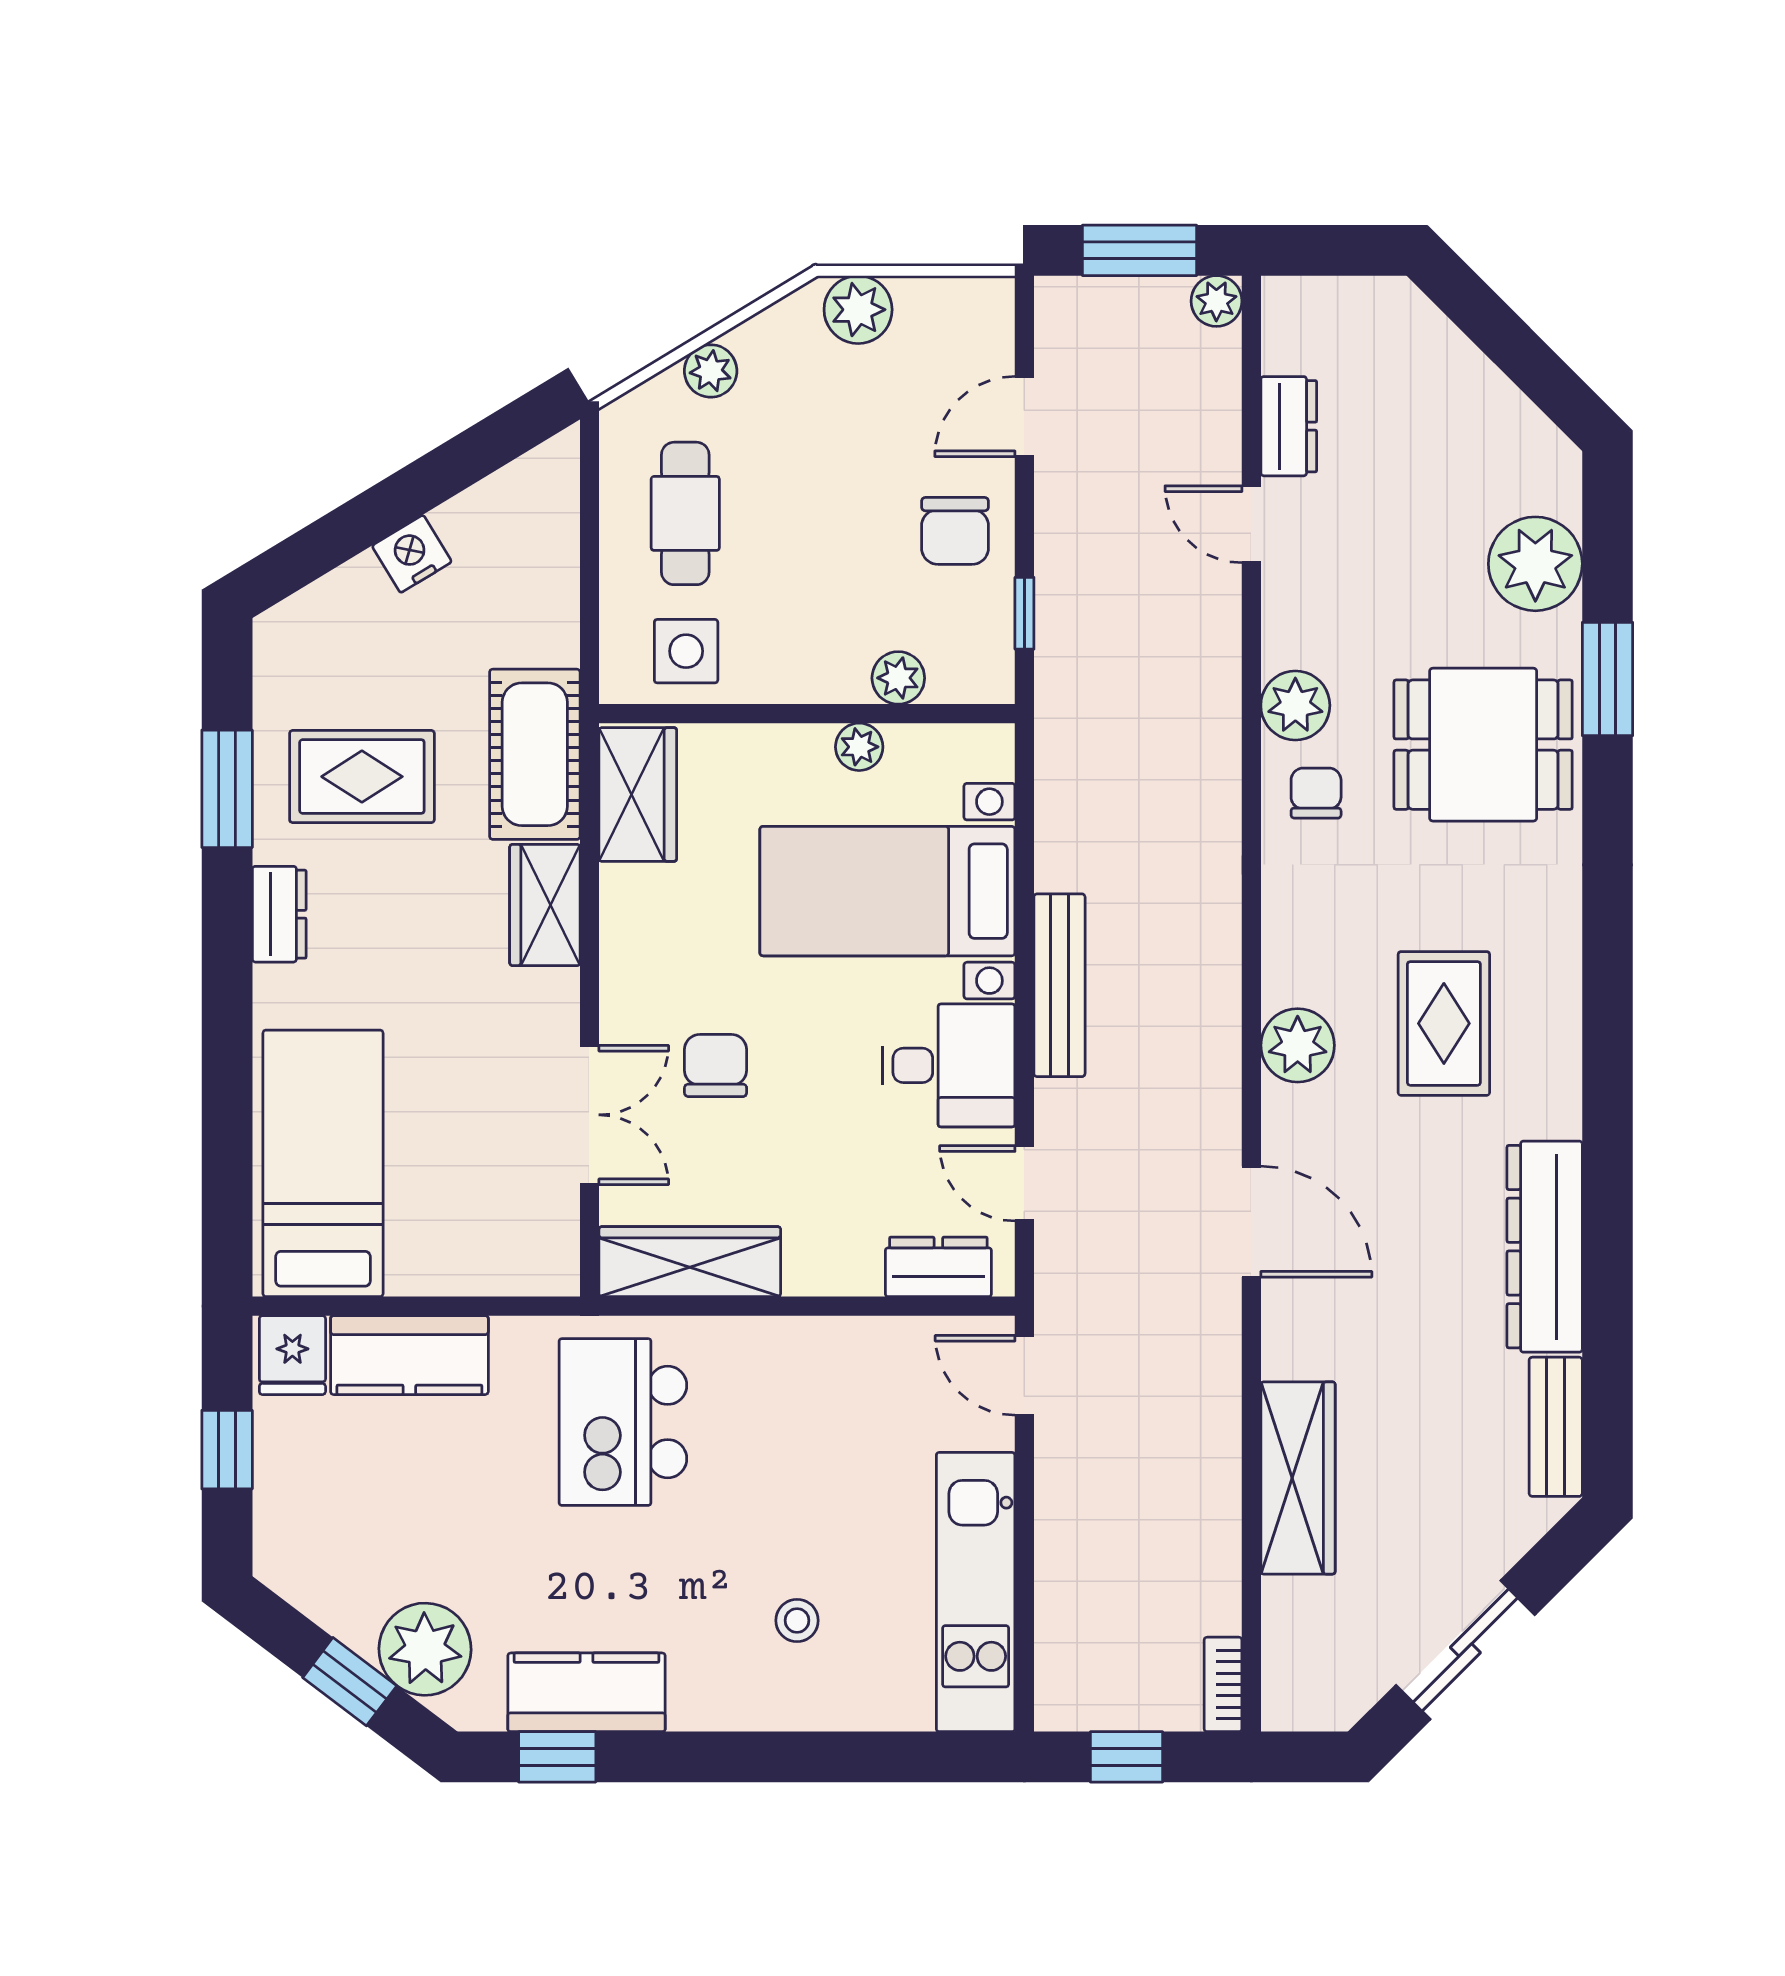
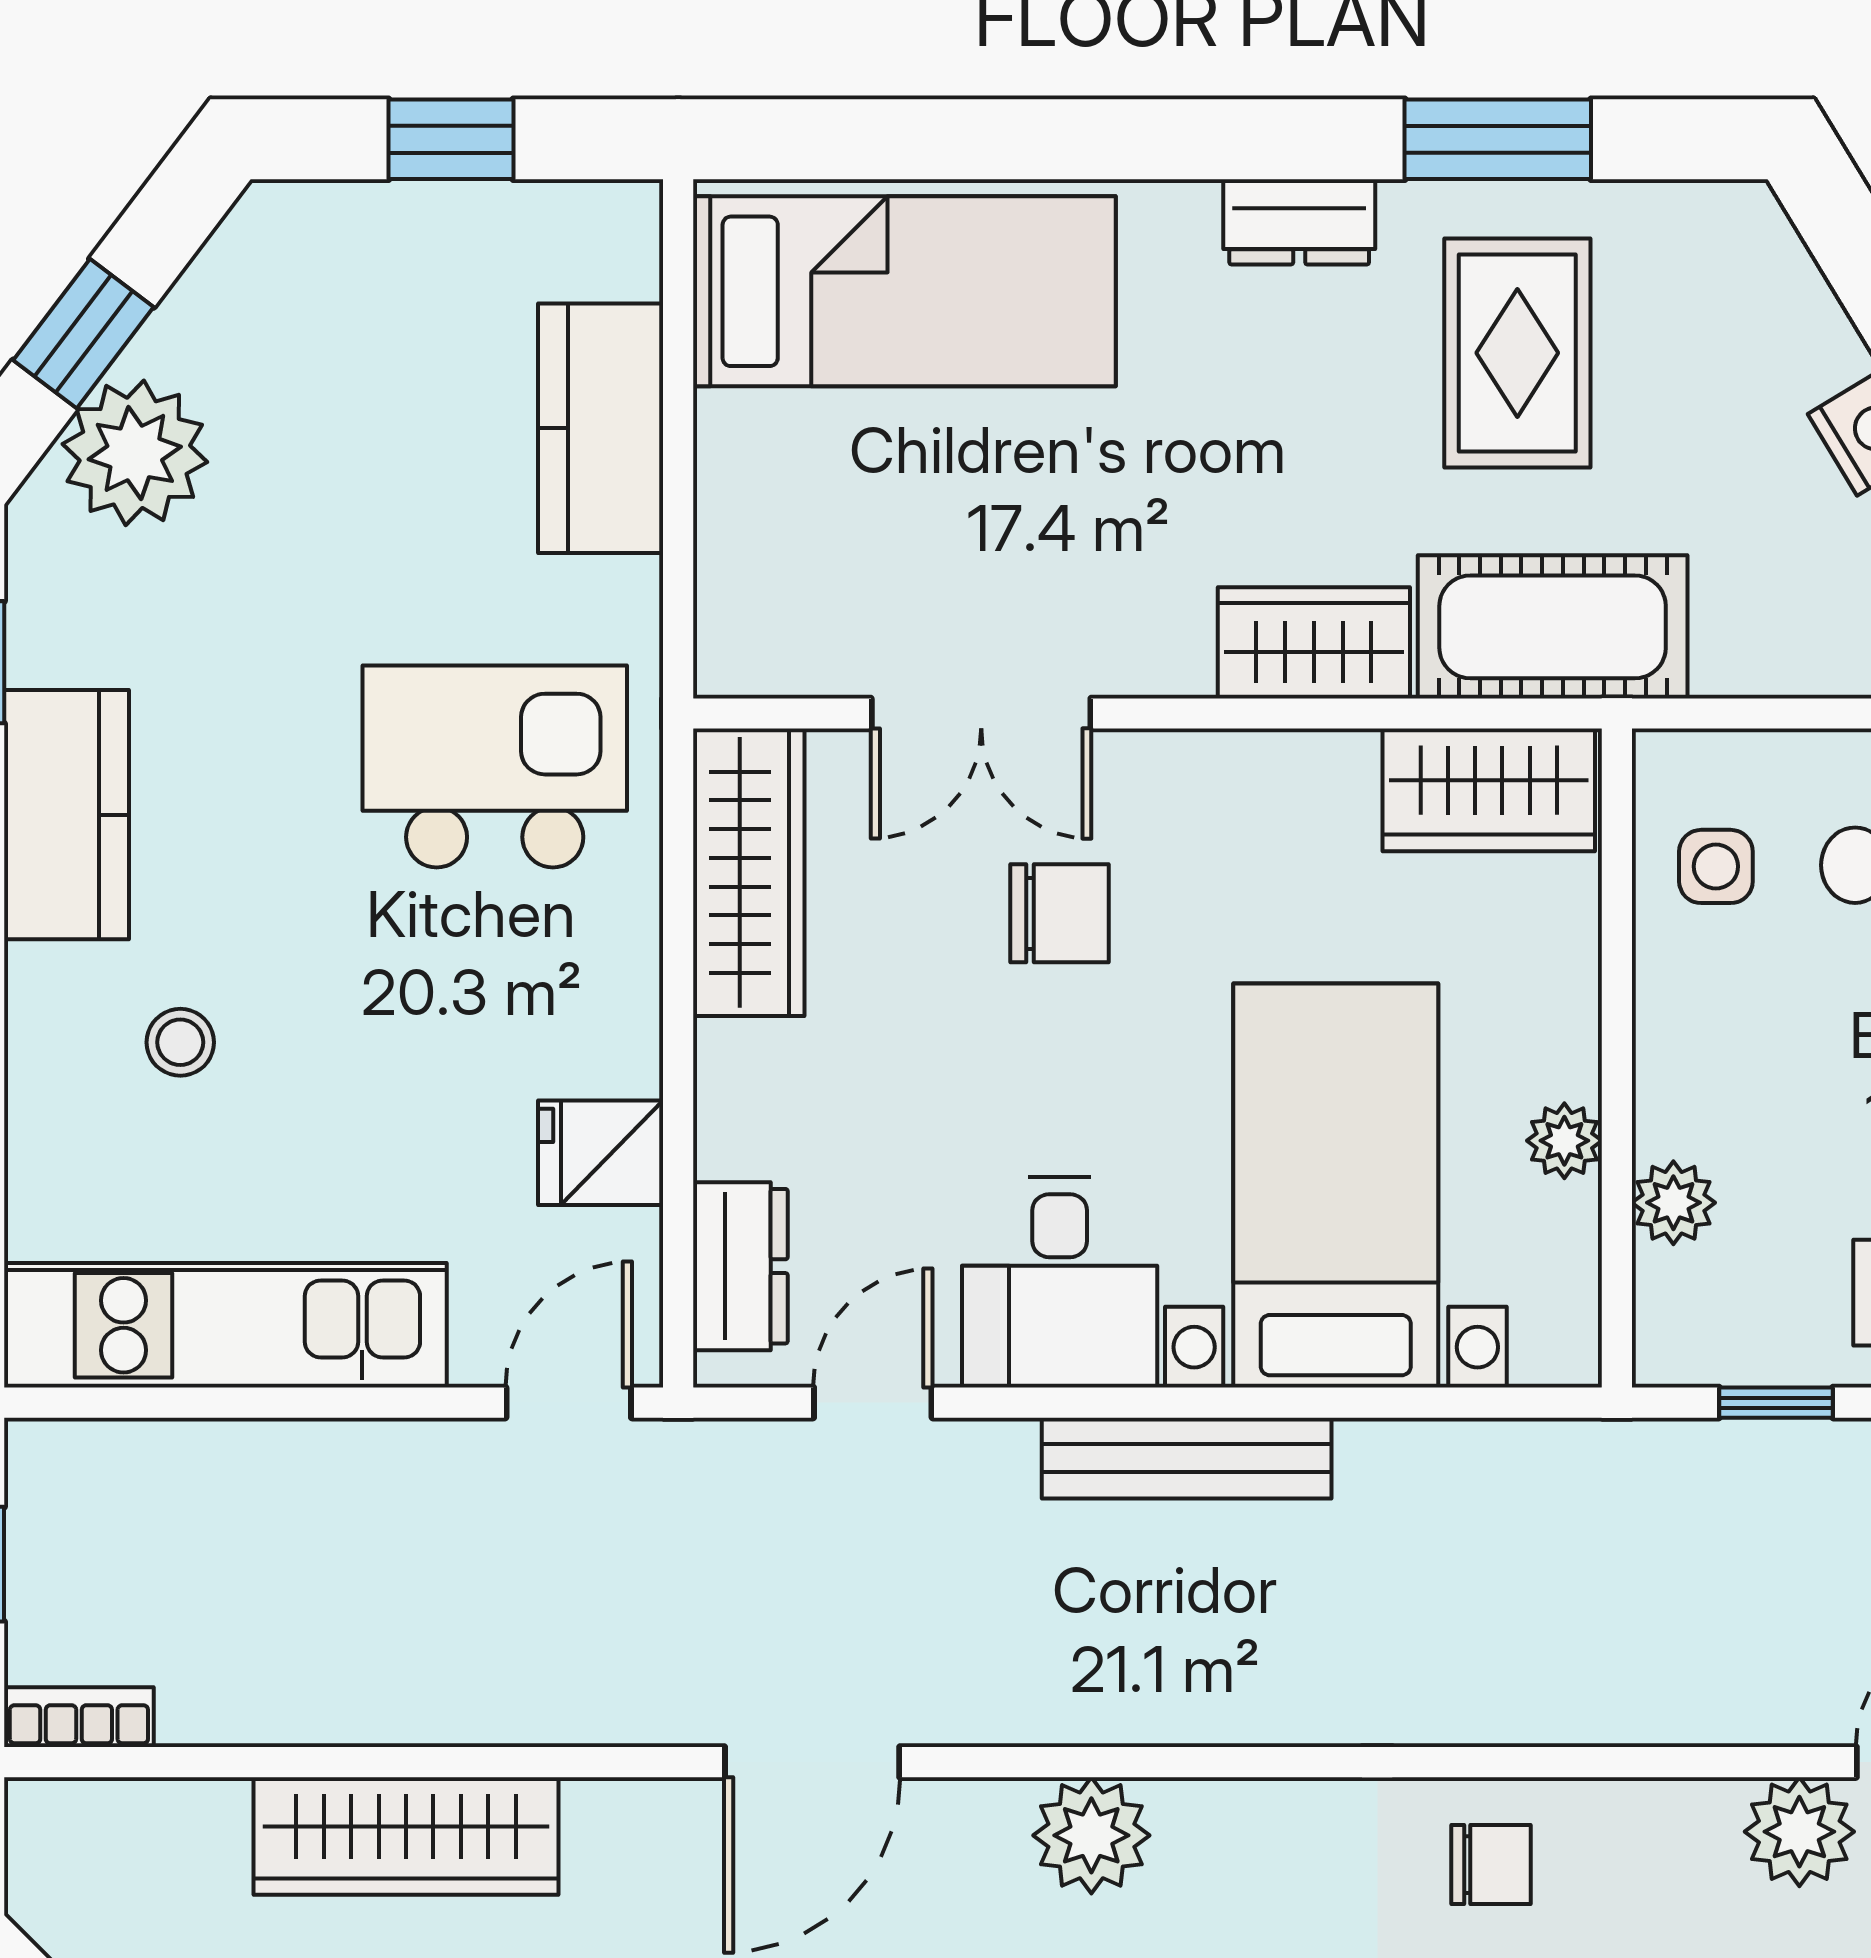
side table: (686, 651) -> (1716, 866), width x0.73, depth x0.73
plant: (1295, 705) -> (1799, 1832), moved
fridge: (292, 1355) -> (601, 1153), moved
kitchen counter: (586, 1692) -> (66, 815), moved

